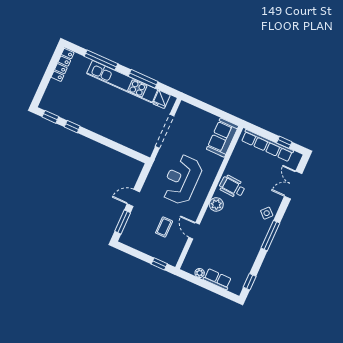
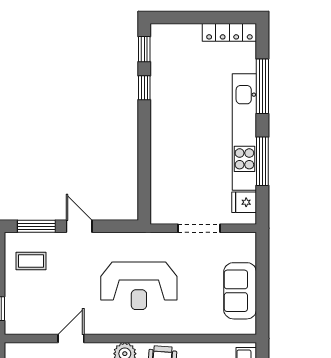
doorway: (165, 131) -> (199, 228), width x0.73
sofa: (222, 138) -> (240, 291), moved, turned -90
reception desk: (182, 179) -> (139, 286), turned 180
coffee table: (164, 227) -> (31, 261), moved

